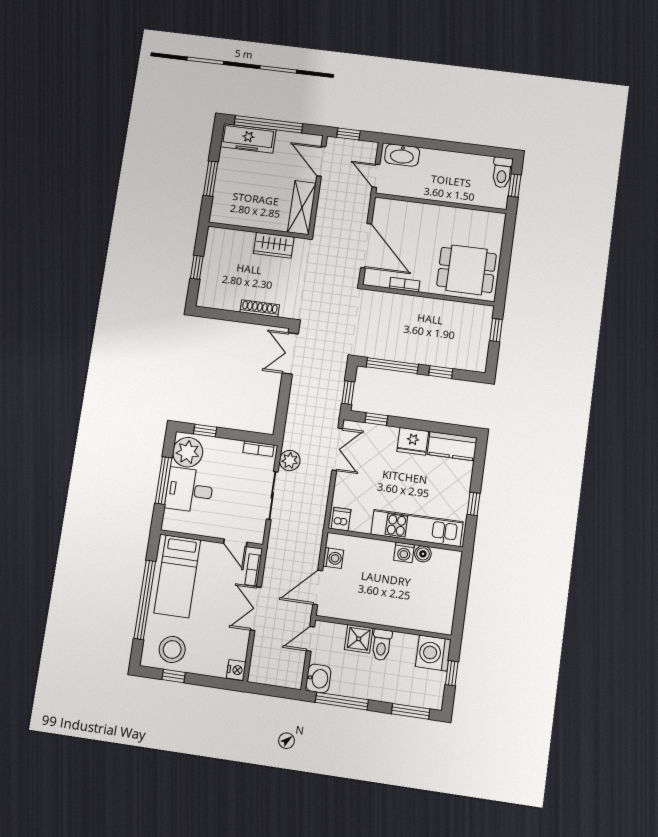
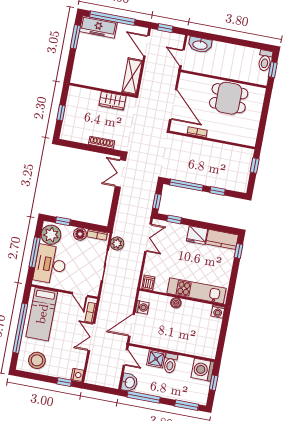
window: (211, 179) -> (75, 37), moved
dining table: (466, 270) -> (229, 98), moved
floor lamp: (232, 449) -> (80, 234), added
desk: (189, 490) -> (50, 264), width x1.37
window: (474, 504) -> (239, 251), moved
washing machine: (404, 552) -> (218, 312), moved
boiler: (423, 554) -> (176, 303), moved
door: (310, 639) -> (125, 358), swing flipped
window: (174, 676) -> (64, 382), moved

